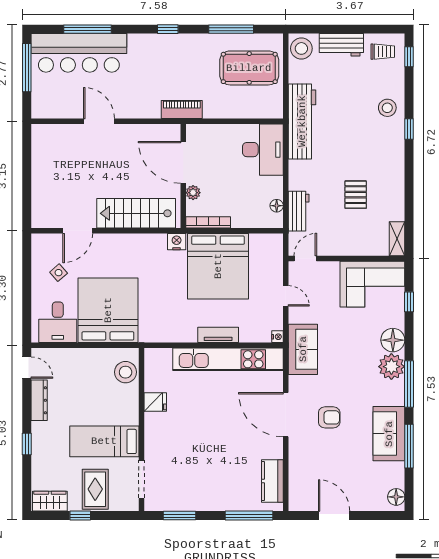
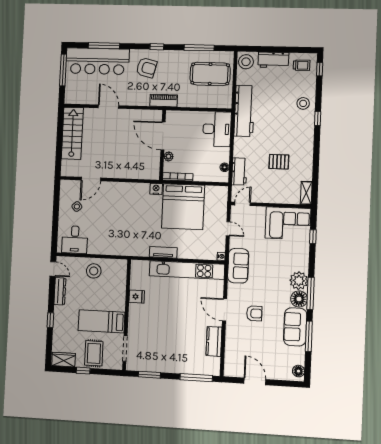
armchair: (154, 61) -> (146, 68), added
pallet: (356, 195) -> (279, 162), turned 90
stairs: (136, 213) -> (72, 133), moved, turned 90
bed: (108, 310) -> (108, 233), removed
tv unit: (218, 335) -> (163, 252), moved
floor lamp: (393, 340) -> (299, 299), moved
stool: (126, 372) -> (94, 271), moved
door: (286, 415) -> (224, 310), width x0.73
kitchen counter: (272, 481) -> (214, 341), moved

